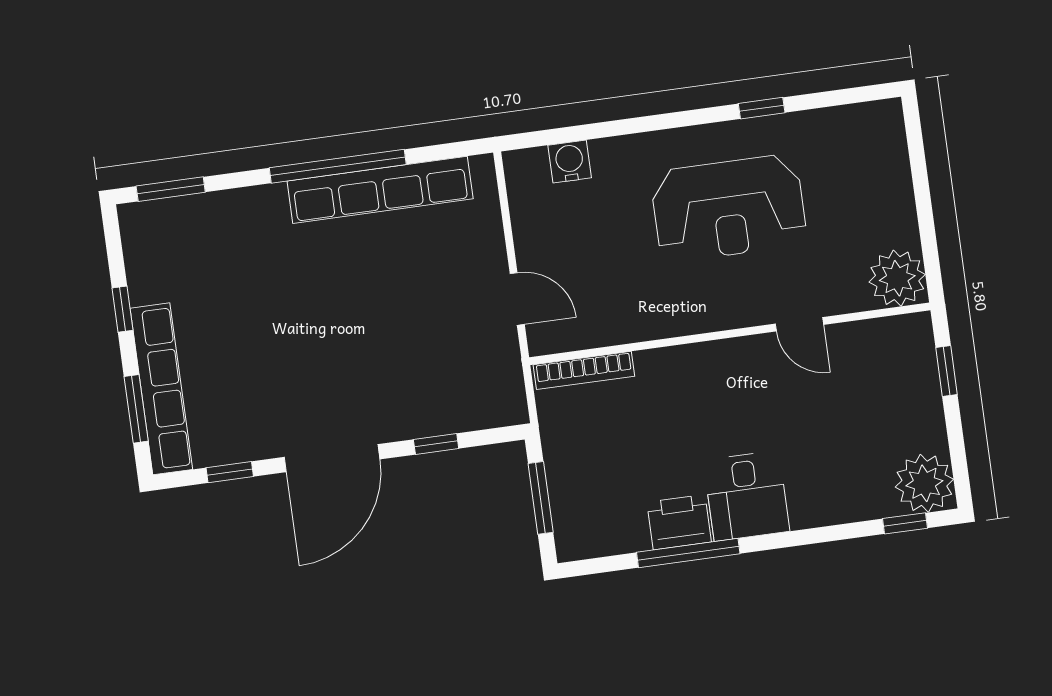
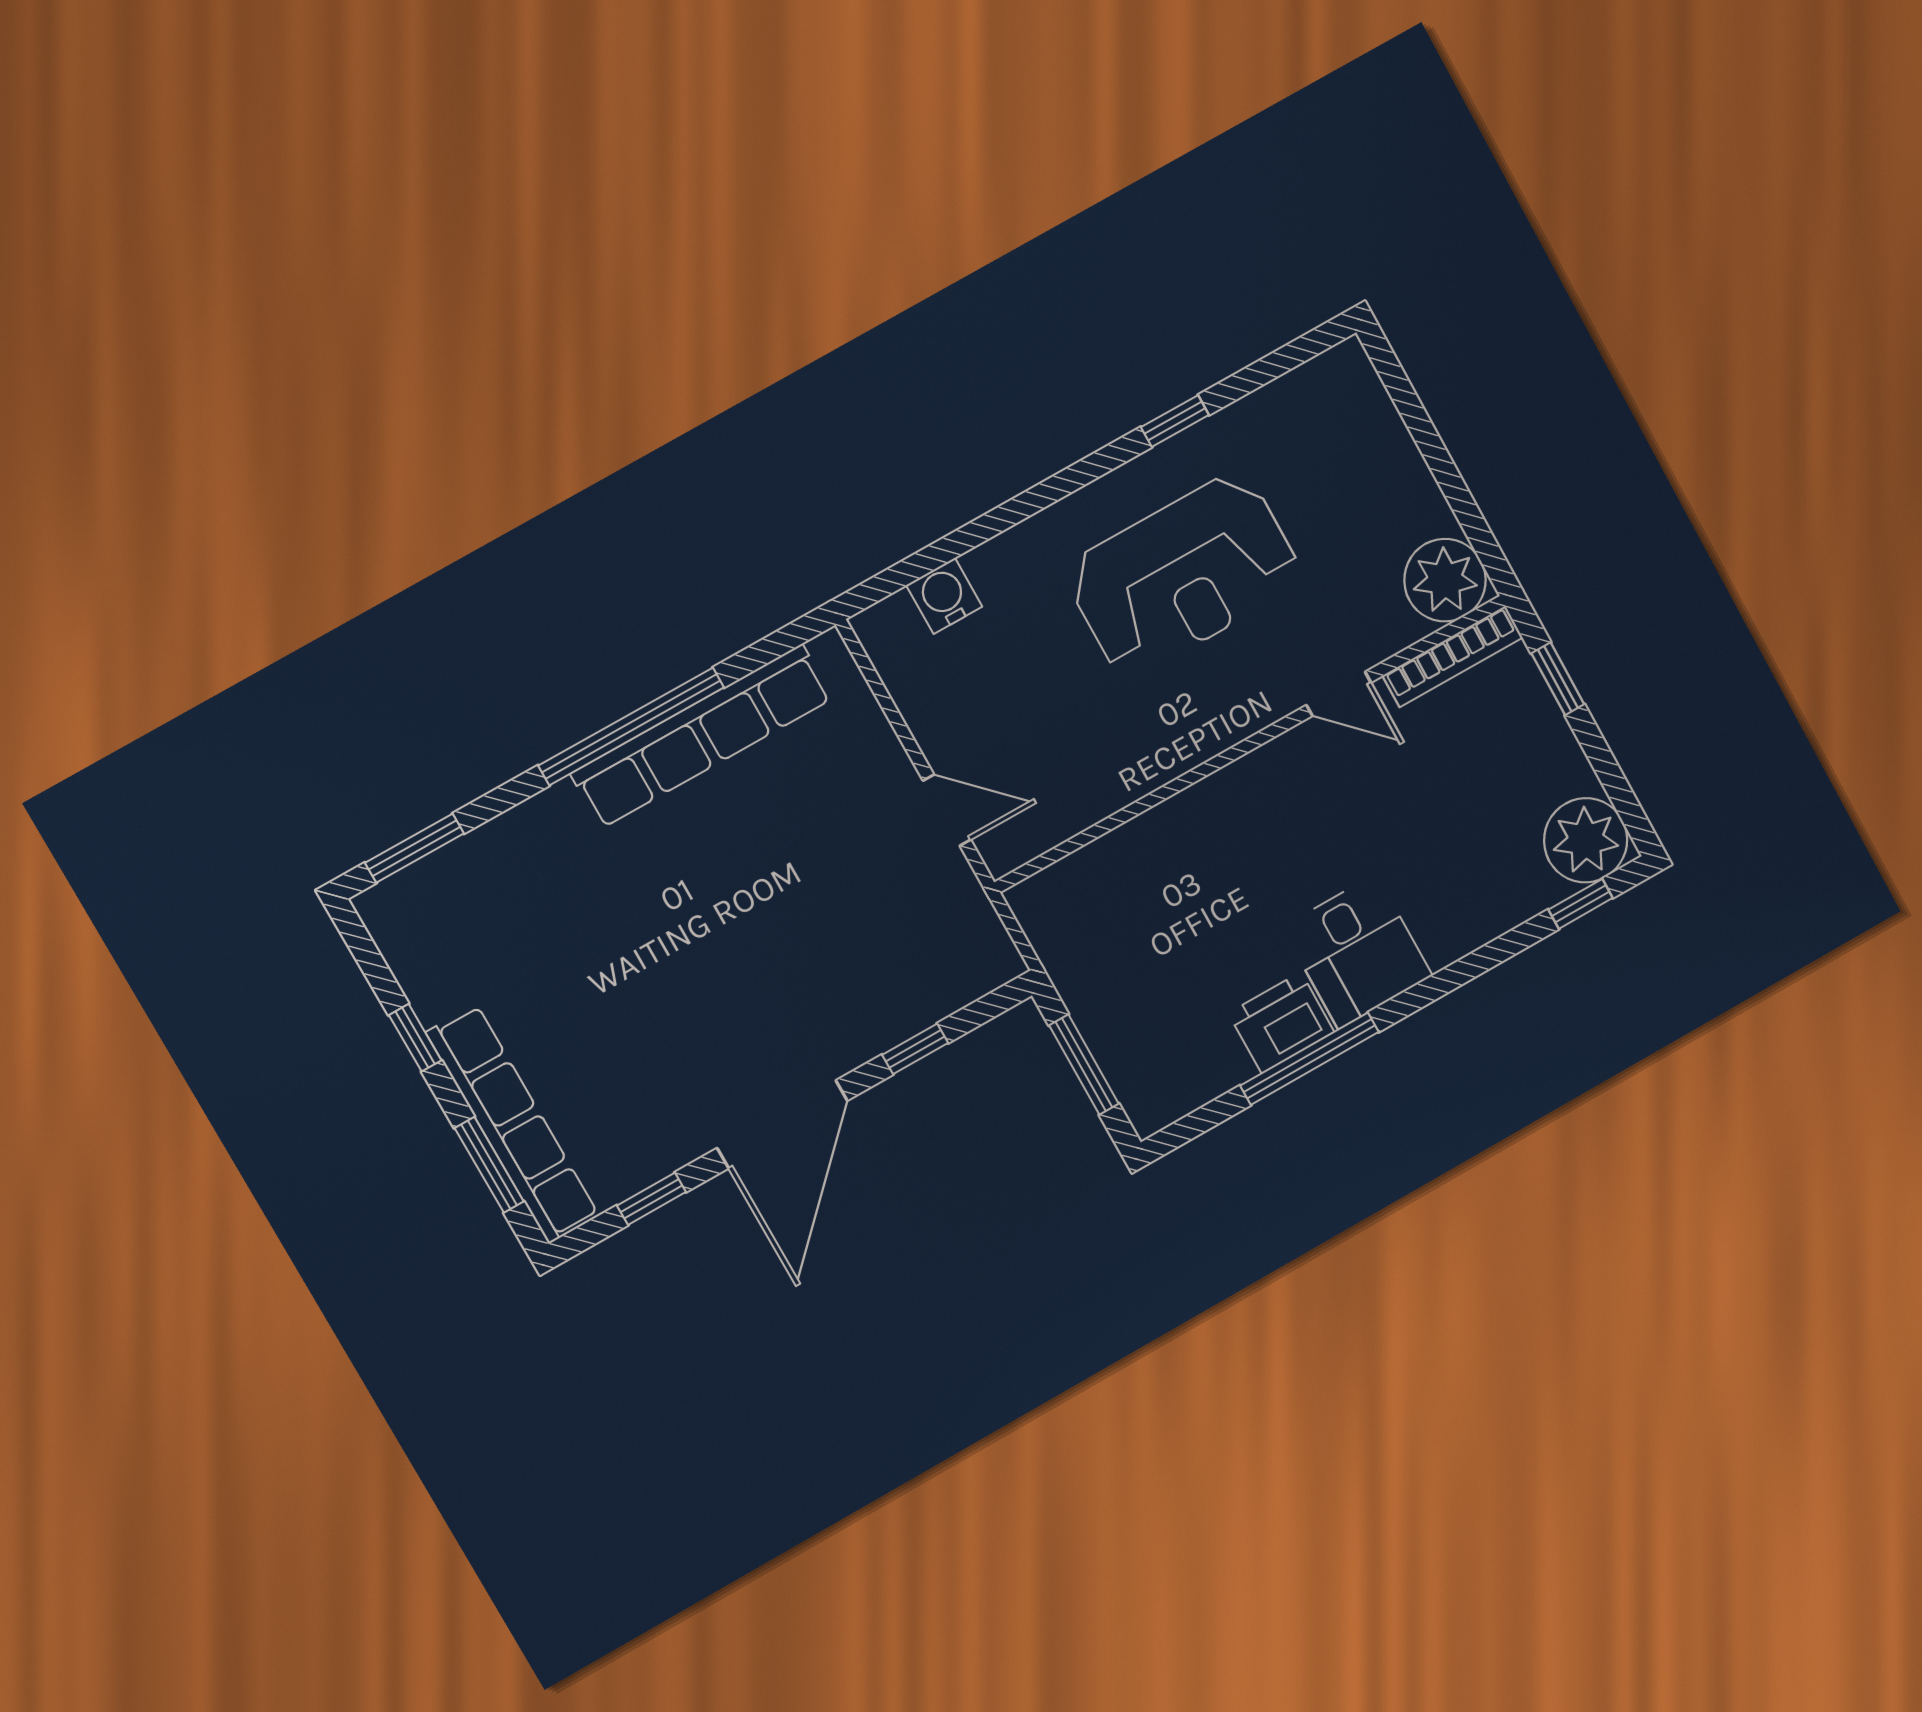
bookcase: (584, 370) -> (1453, 657), moved

